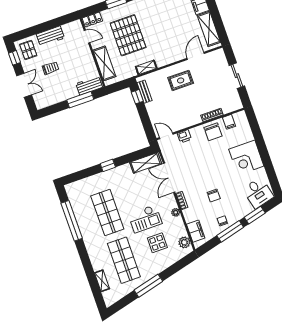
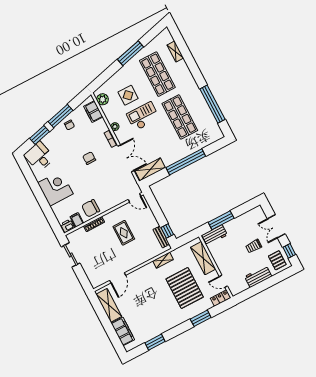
sliding door: (237, 76) -> (71, 255), moved
rug: (181, 80) -> (124, 233), moved, turned 90
chair: (213, 132) -> (91, 208), turned -90
printer: (184, 136) -> (68, 226), moved
window: (108, 165) -> (186, 162), width x3.17
chair: (214, 196) -> (89, 158), moved

